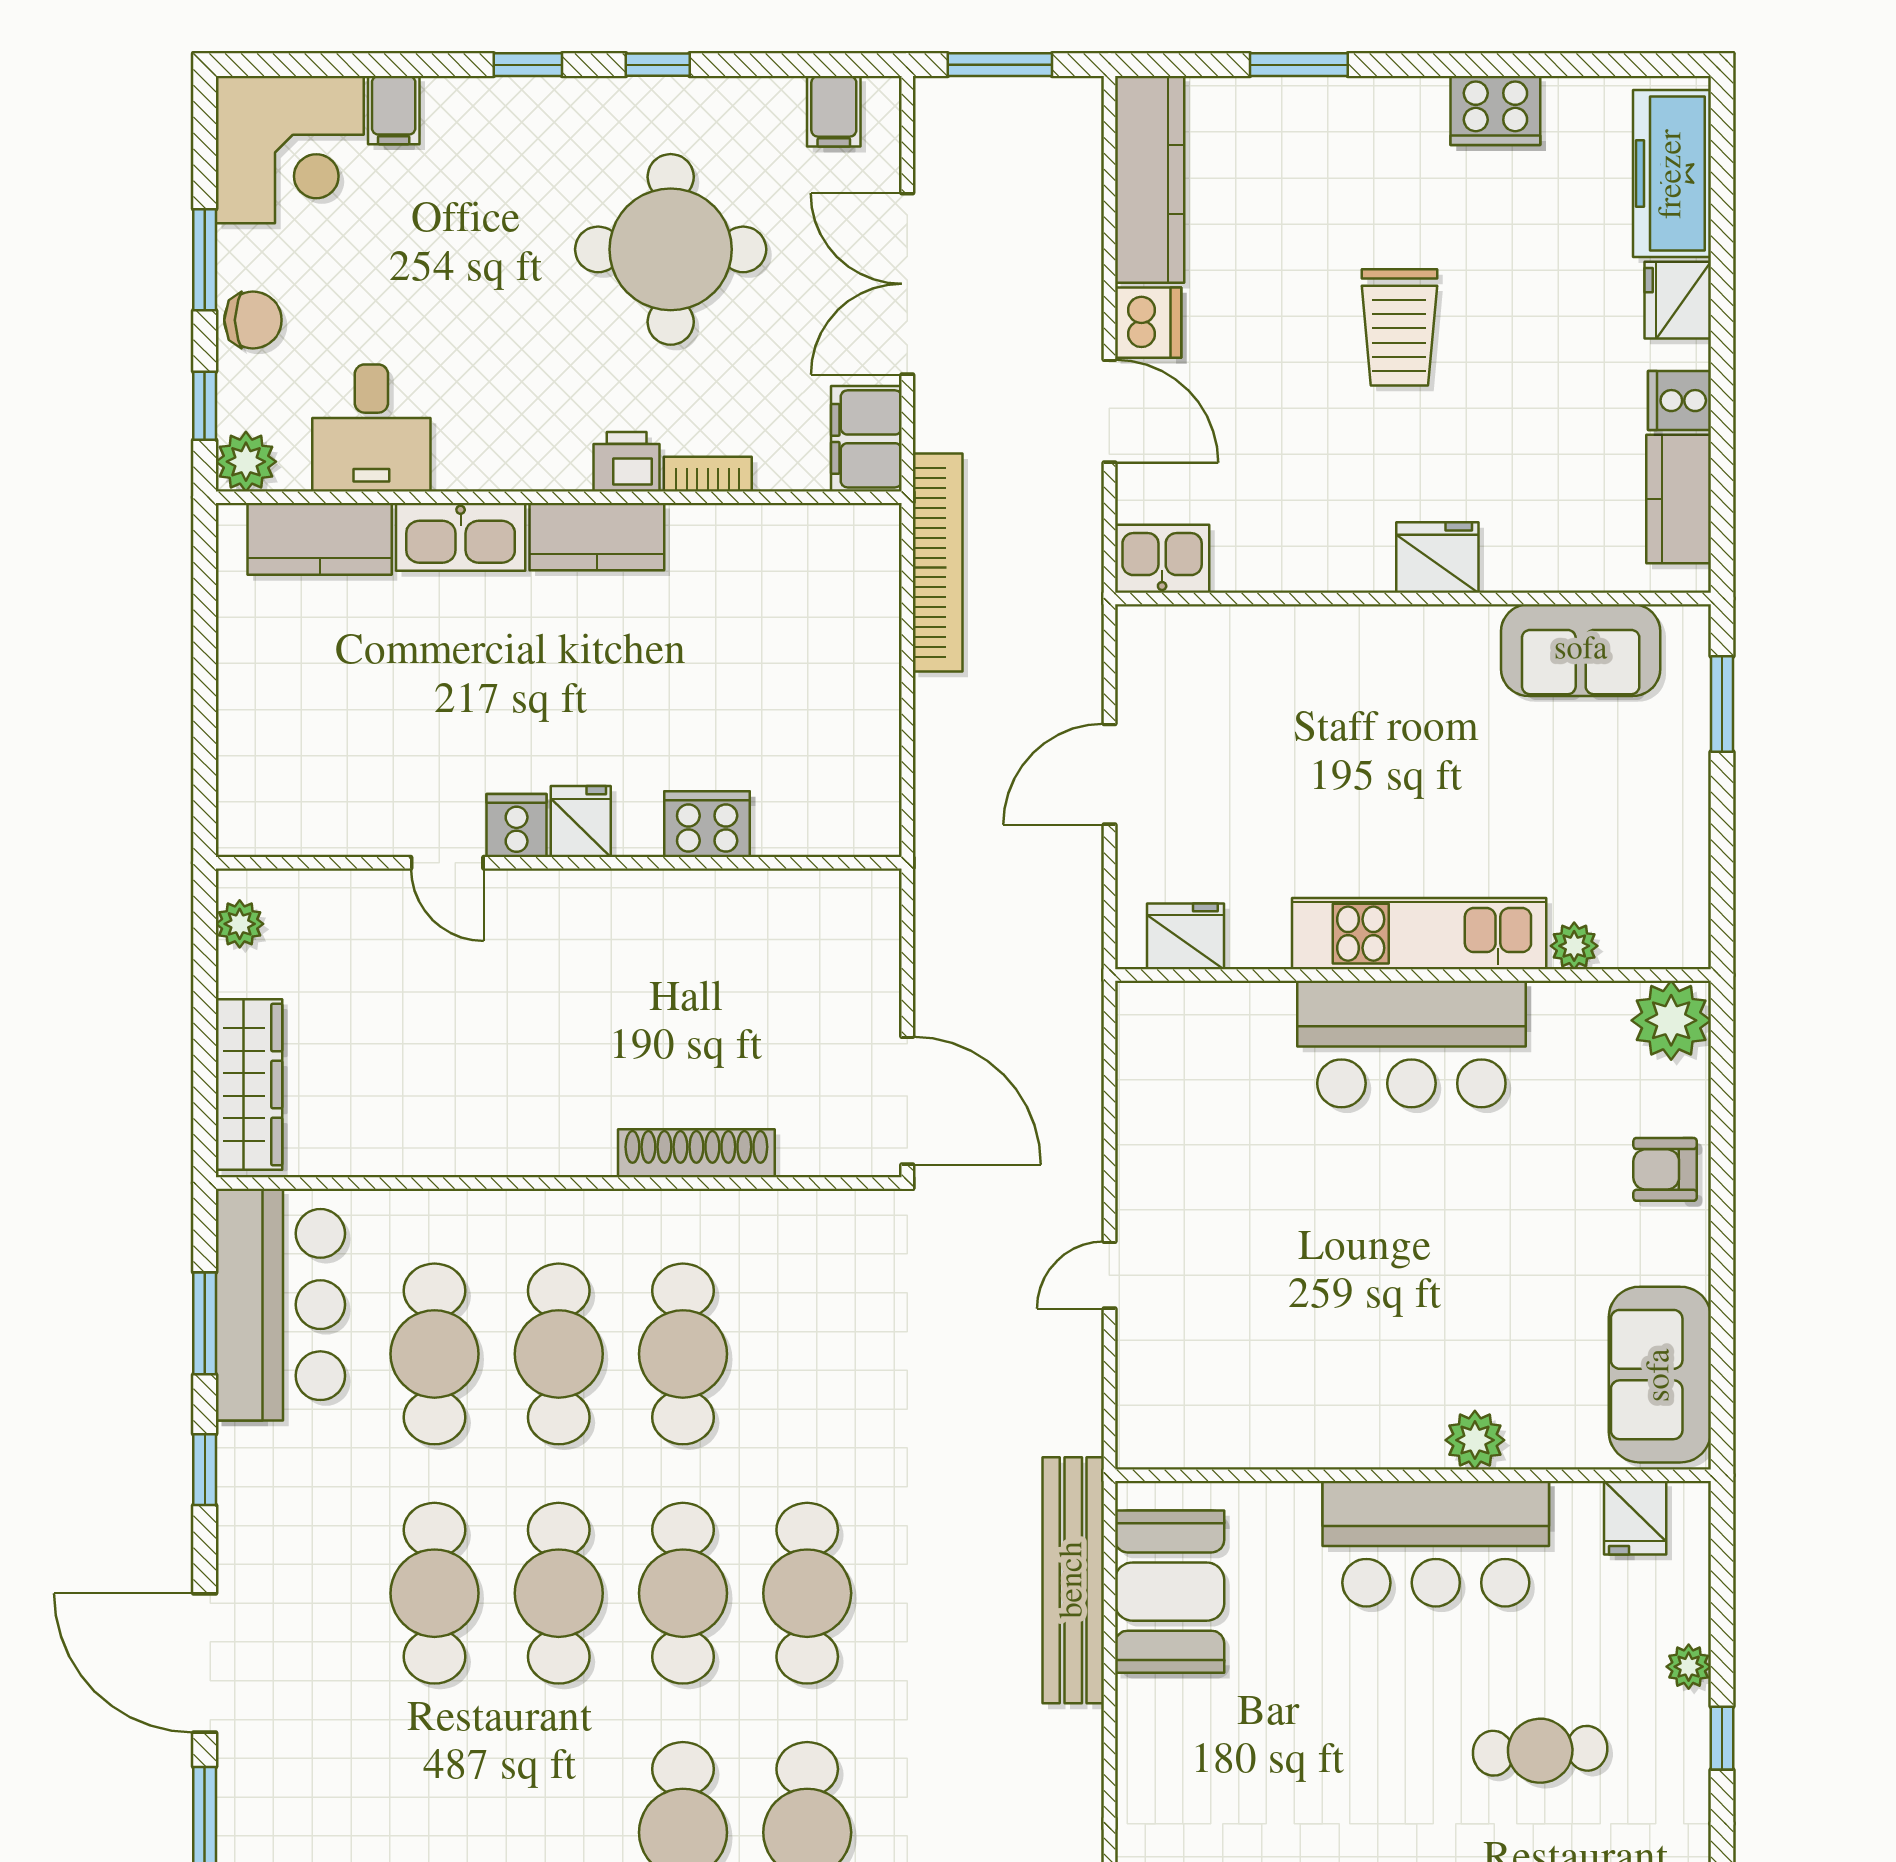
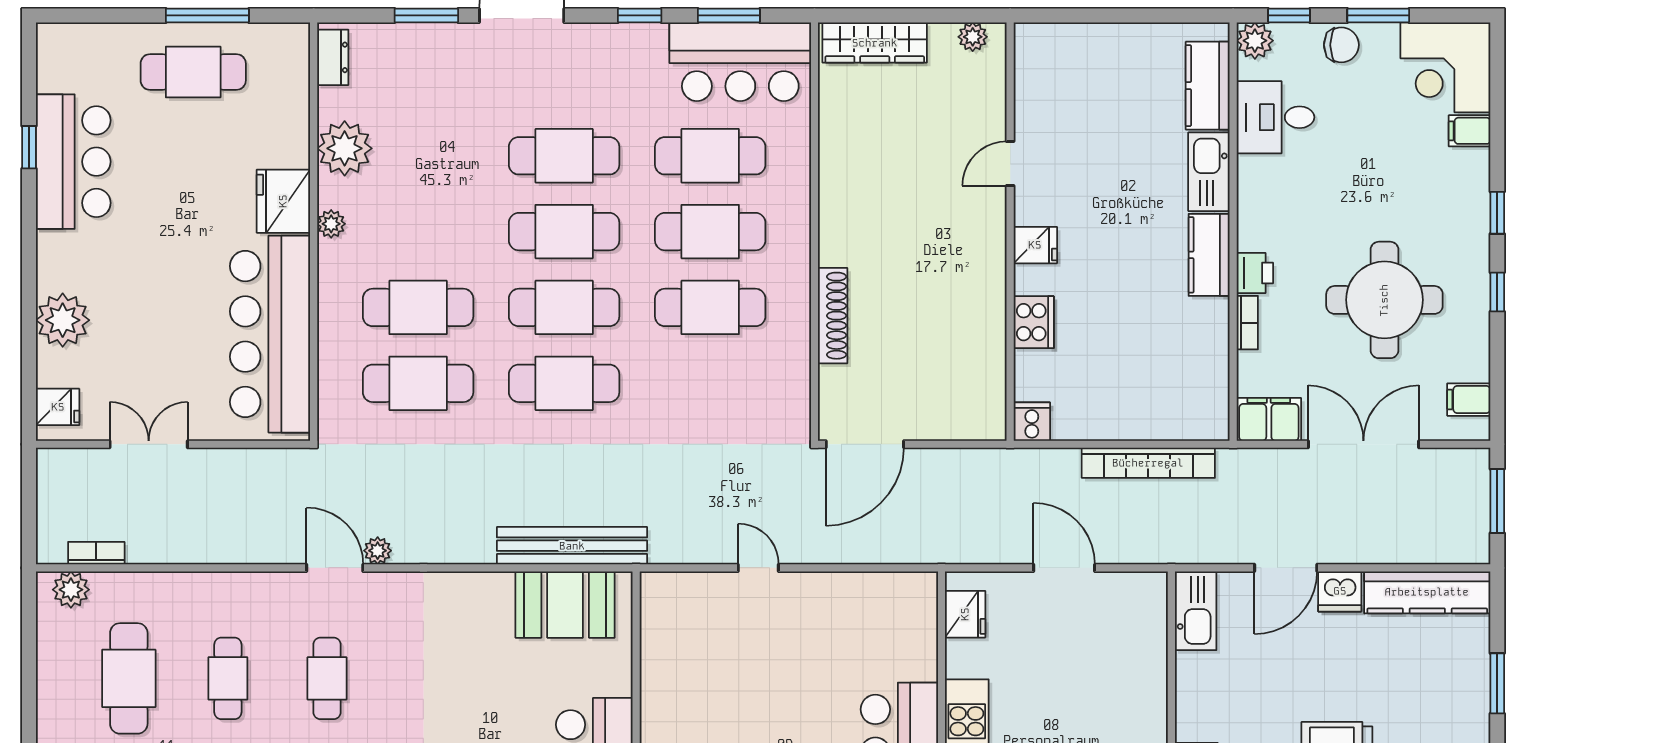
chair: (253, 320) -> (1341, 45), turned -90
kitchen sink: (1162, 559) -> (1196, 611), width x1.38
bookcase: (938, 563) -> (1148, 463), moved
cooker: (517, 826) -> (1032, 422), moved, turned -90

